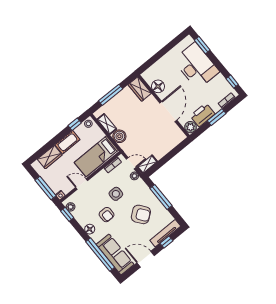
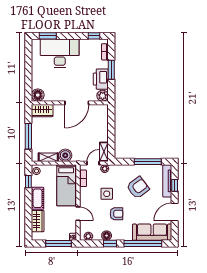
floor lamp: (158, 86) -> (38, 95), moved
door: (168, 111) -> (77, 103), swing flipped
door: (82, 184) -> (78, 214), swing flipped
window: (161, 197) -> (148, 162), moved
window: (67, 214) -> (110, 243), moved
floor lamp: (90, 229) -> (107, 236), moved

